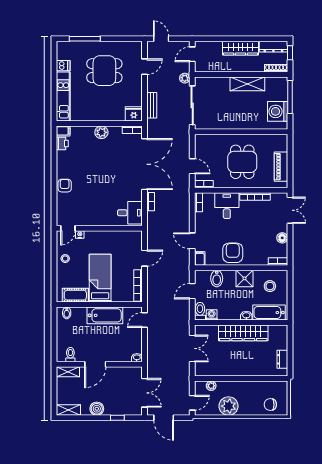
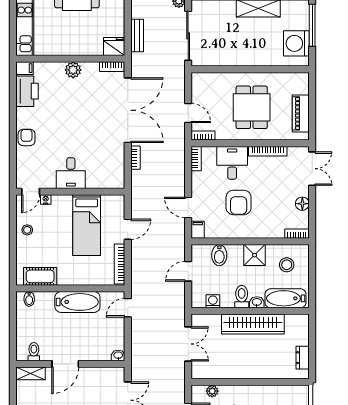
printer: (62, 143) -> (27, 91), width x1.87, depth x1.48
desk: (130, 213) -> (71, 173), moved, turned 90
armchair: (233, 253) -> (239, 202), moved, turned 180
bed: (100, 278) -> (87, 225), moved, turned 180
toilet: (200, 311) -> (242, 297), moved

